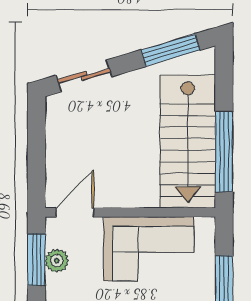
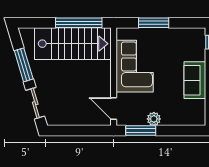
window: (170, 50) -> (24, 65), moved
plant: (57, 261) -> (154, 119), moved

